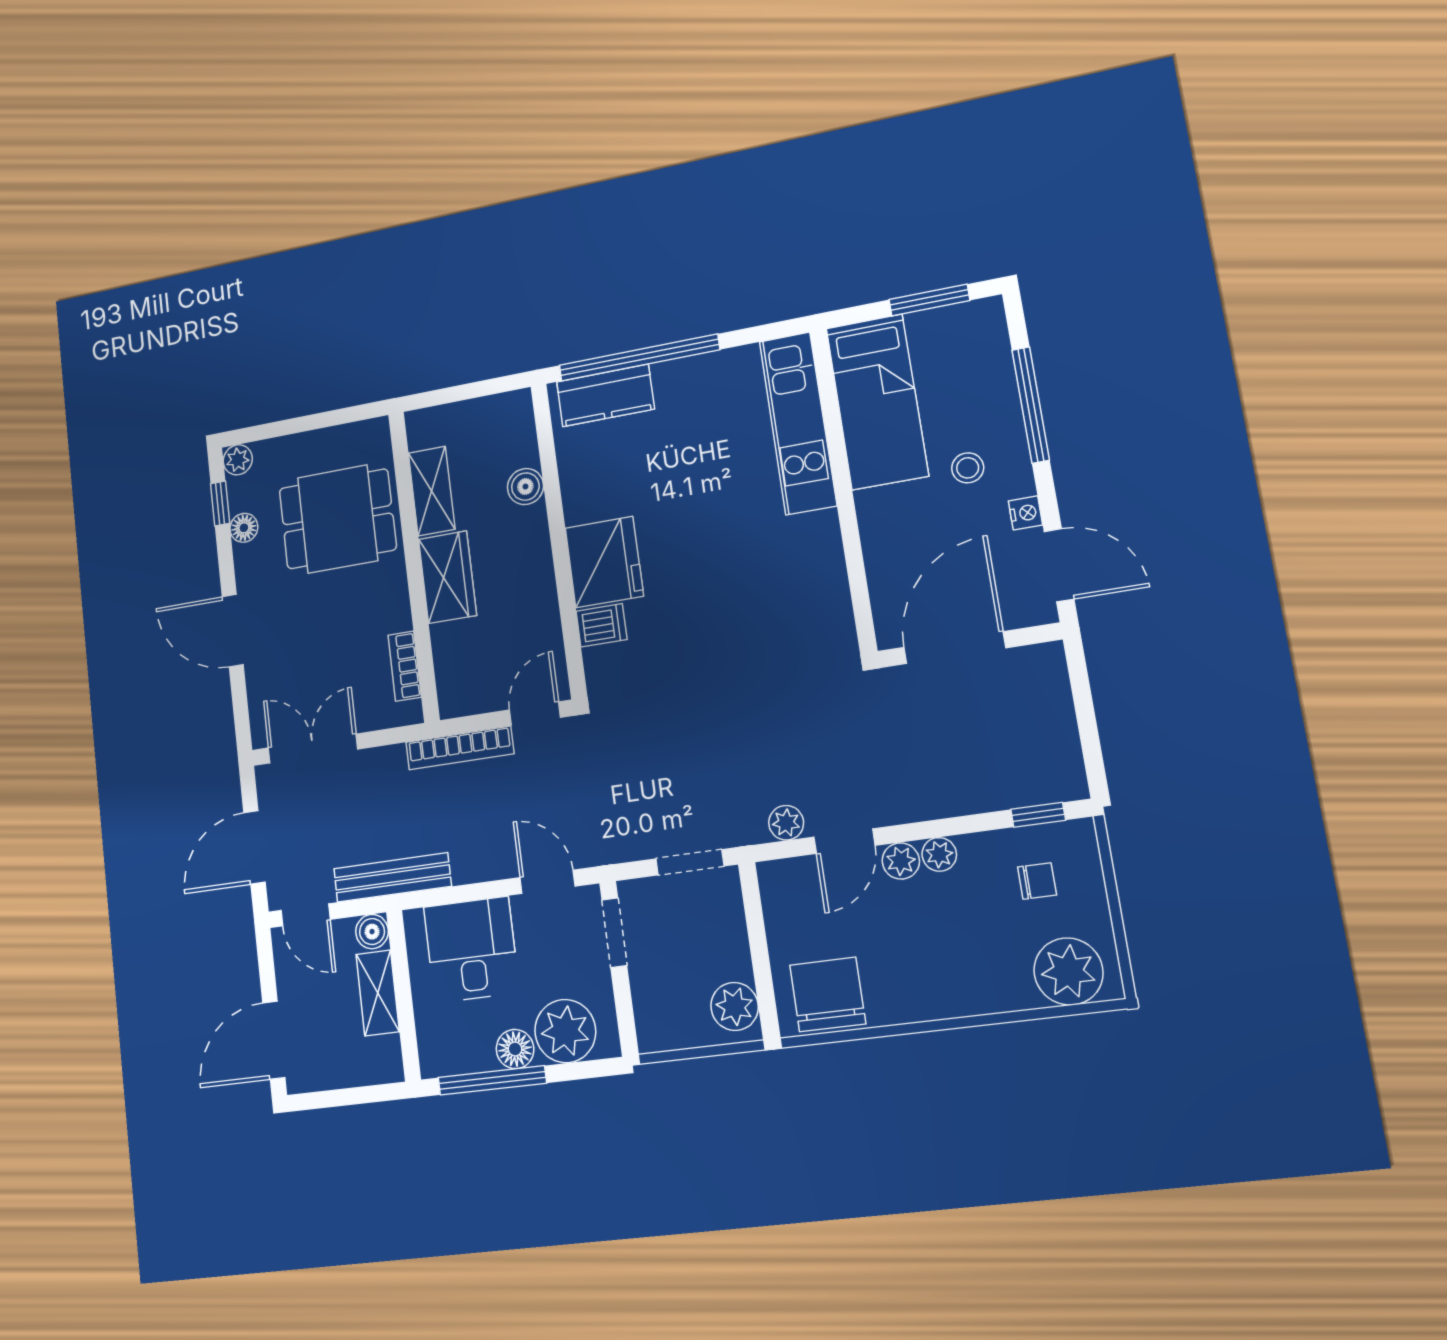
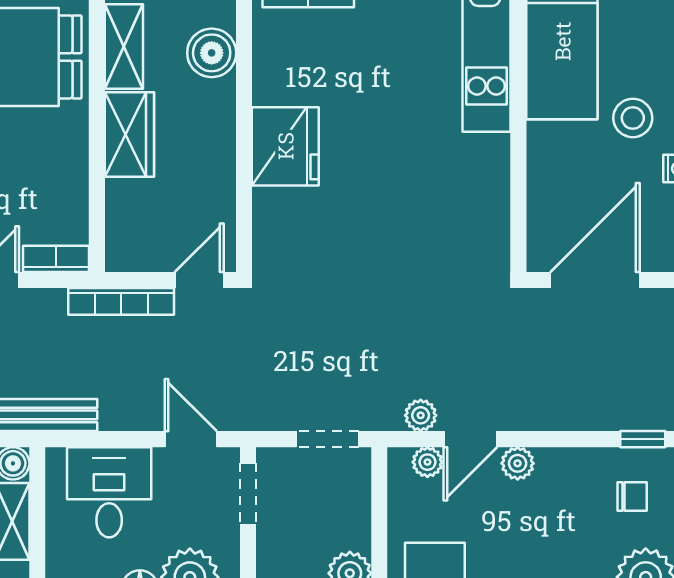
stool: (968, 468) -> (633, 118), width x1.37, depth x1.37
boiler: (525, 487) -> (212, 53), width x1.36, depth x1.36
dishwasher: (602, 625) -> (275, 206), removed
bookcase: (405, 666) -> (56, 259), moved, turned 90
plant: (939, 854) -> (427, 462), moved

